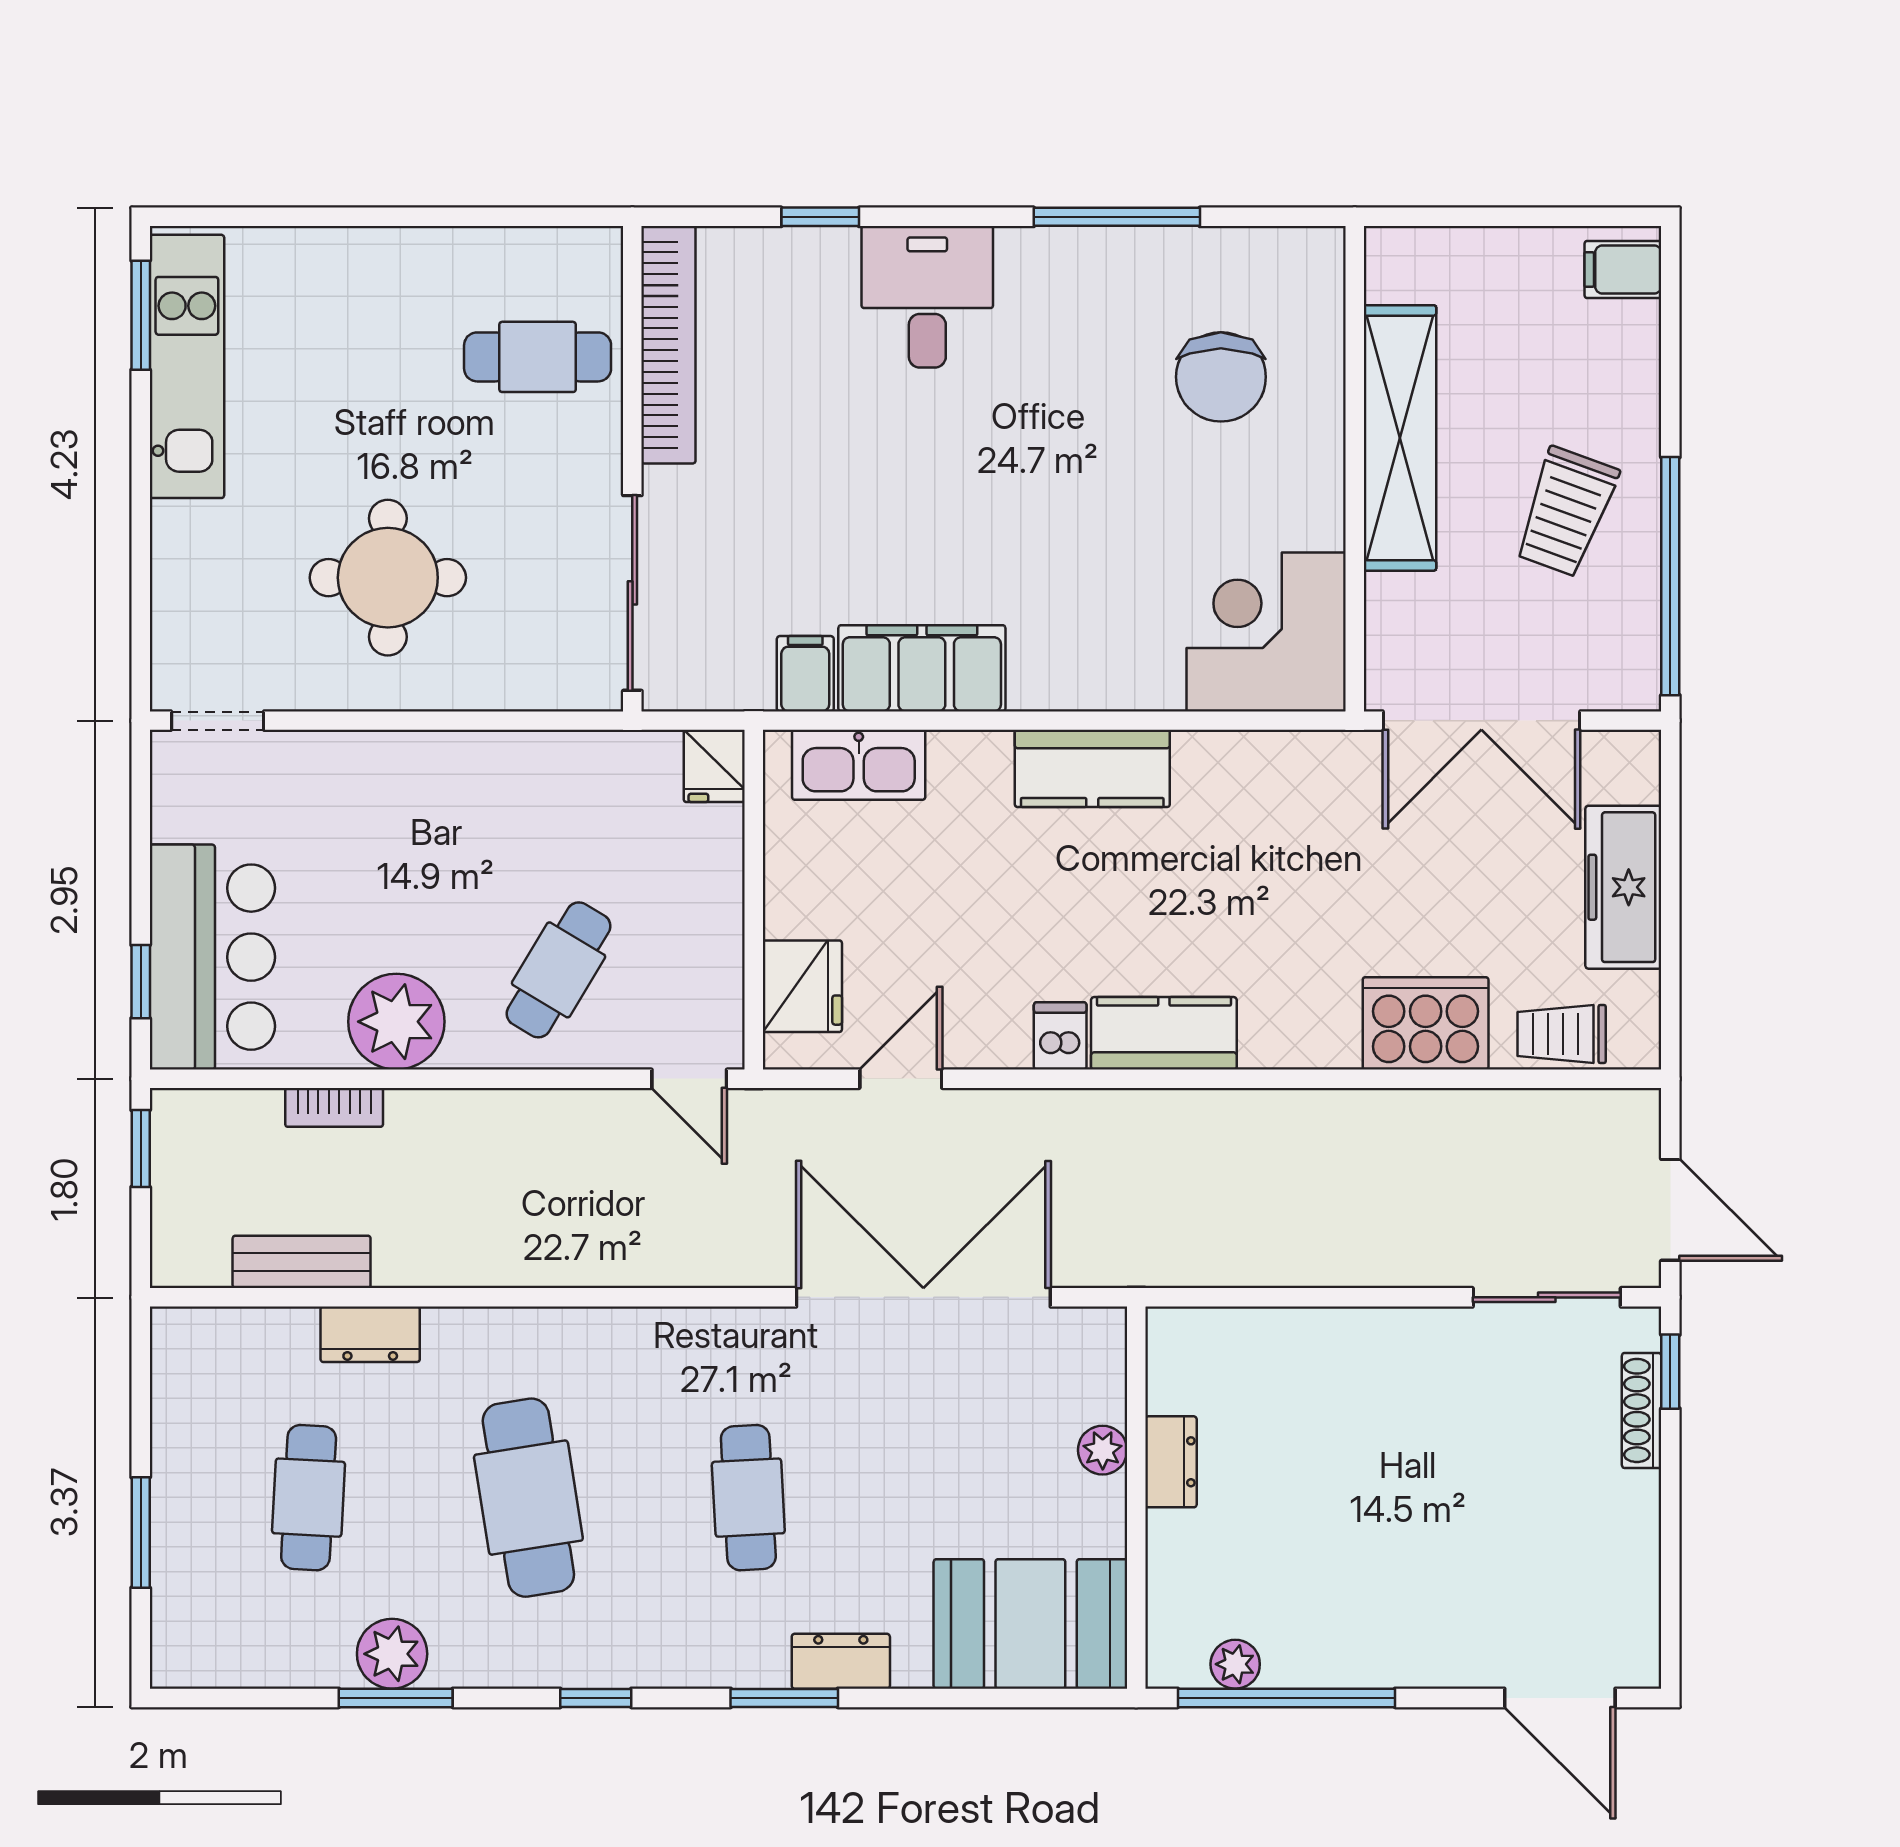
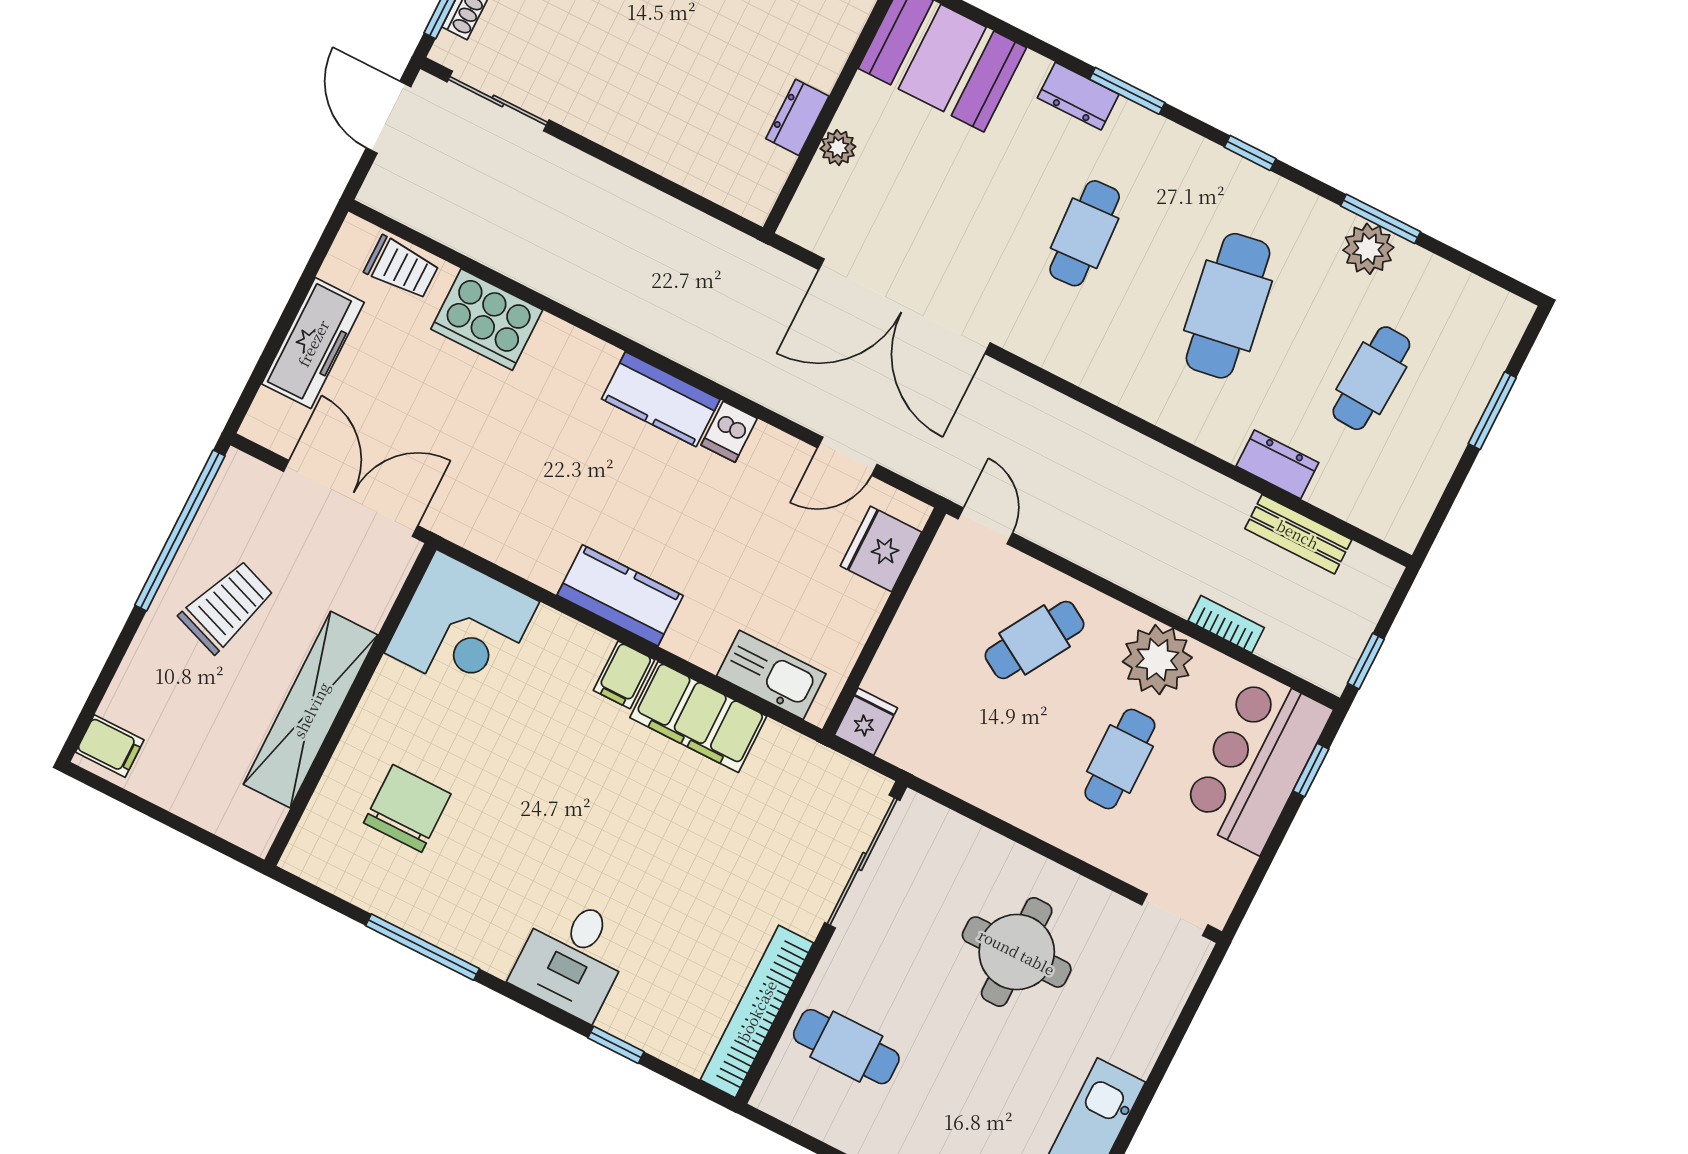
filing cabinet: (805, 674) -> (624, 675), moved
cafe table: (381, 877) -> (1120, 759), added

